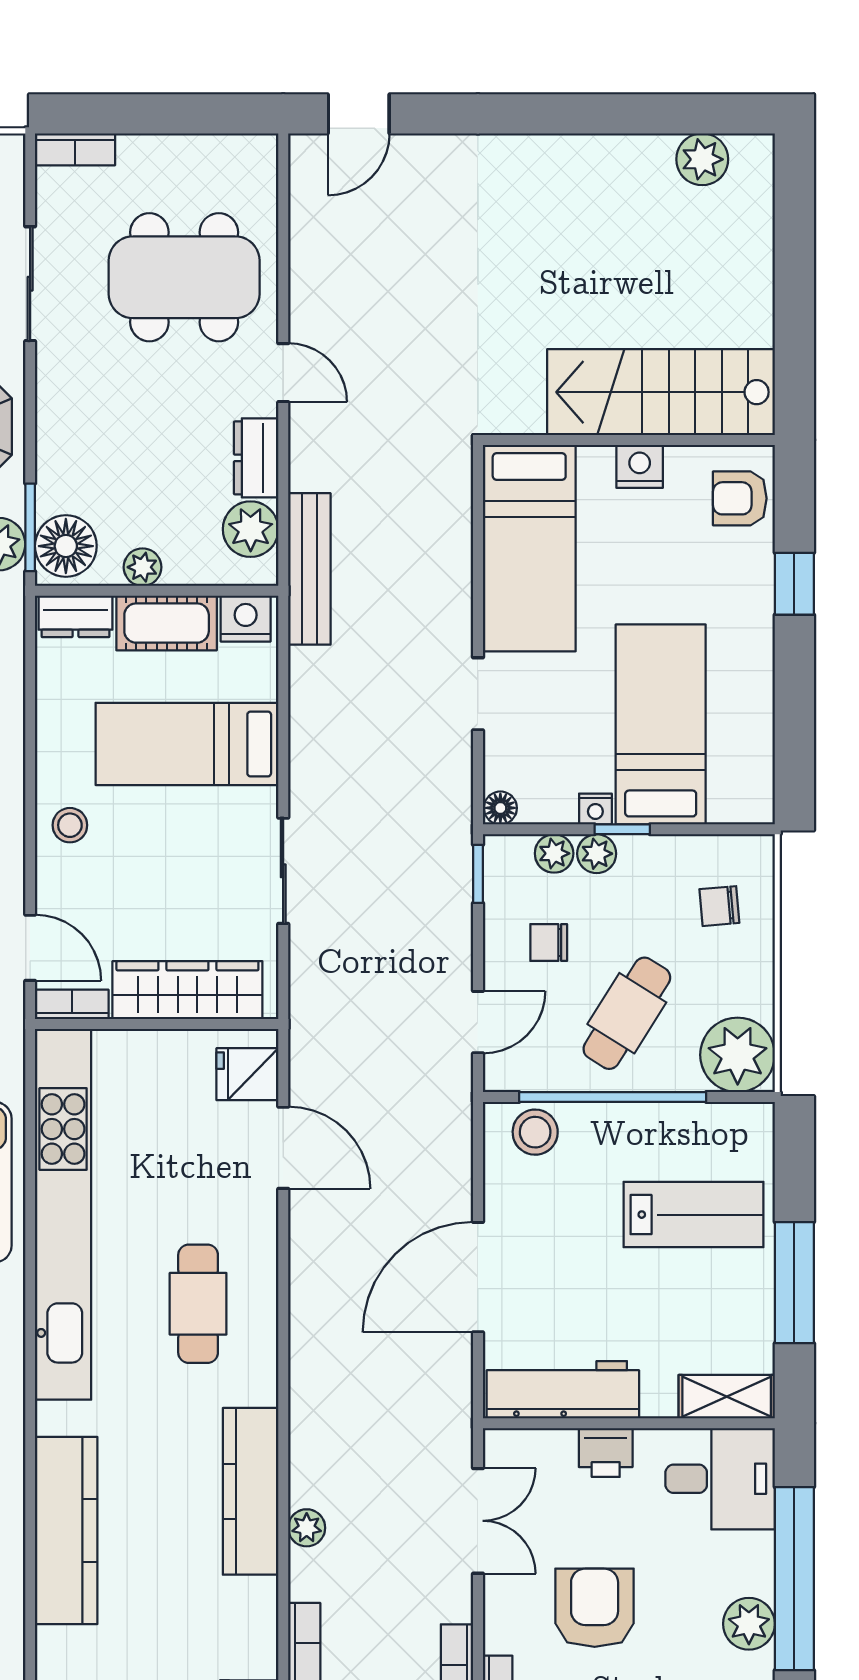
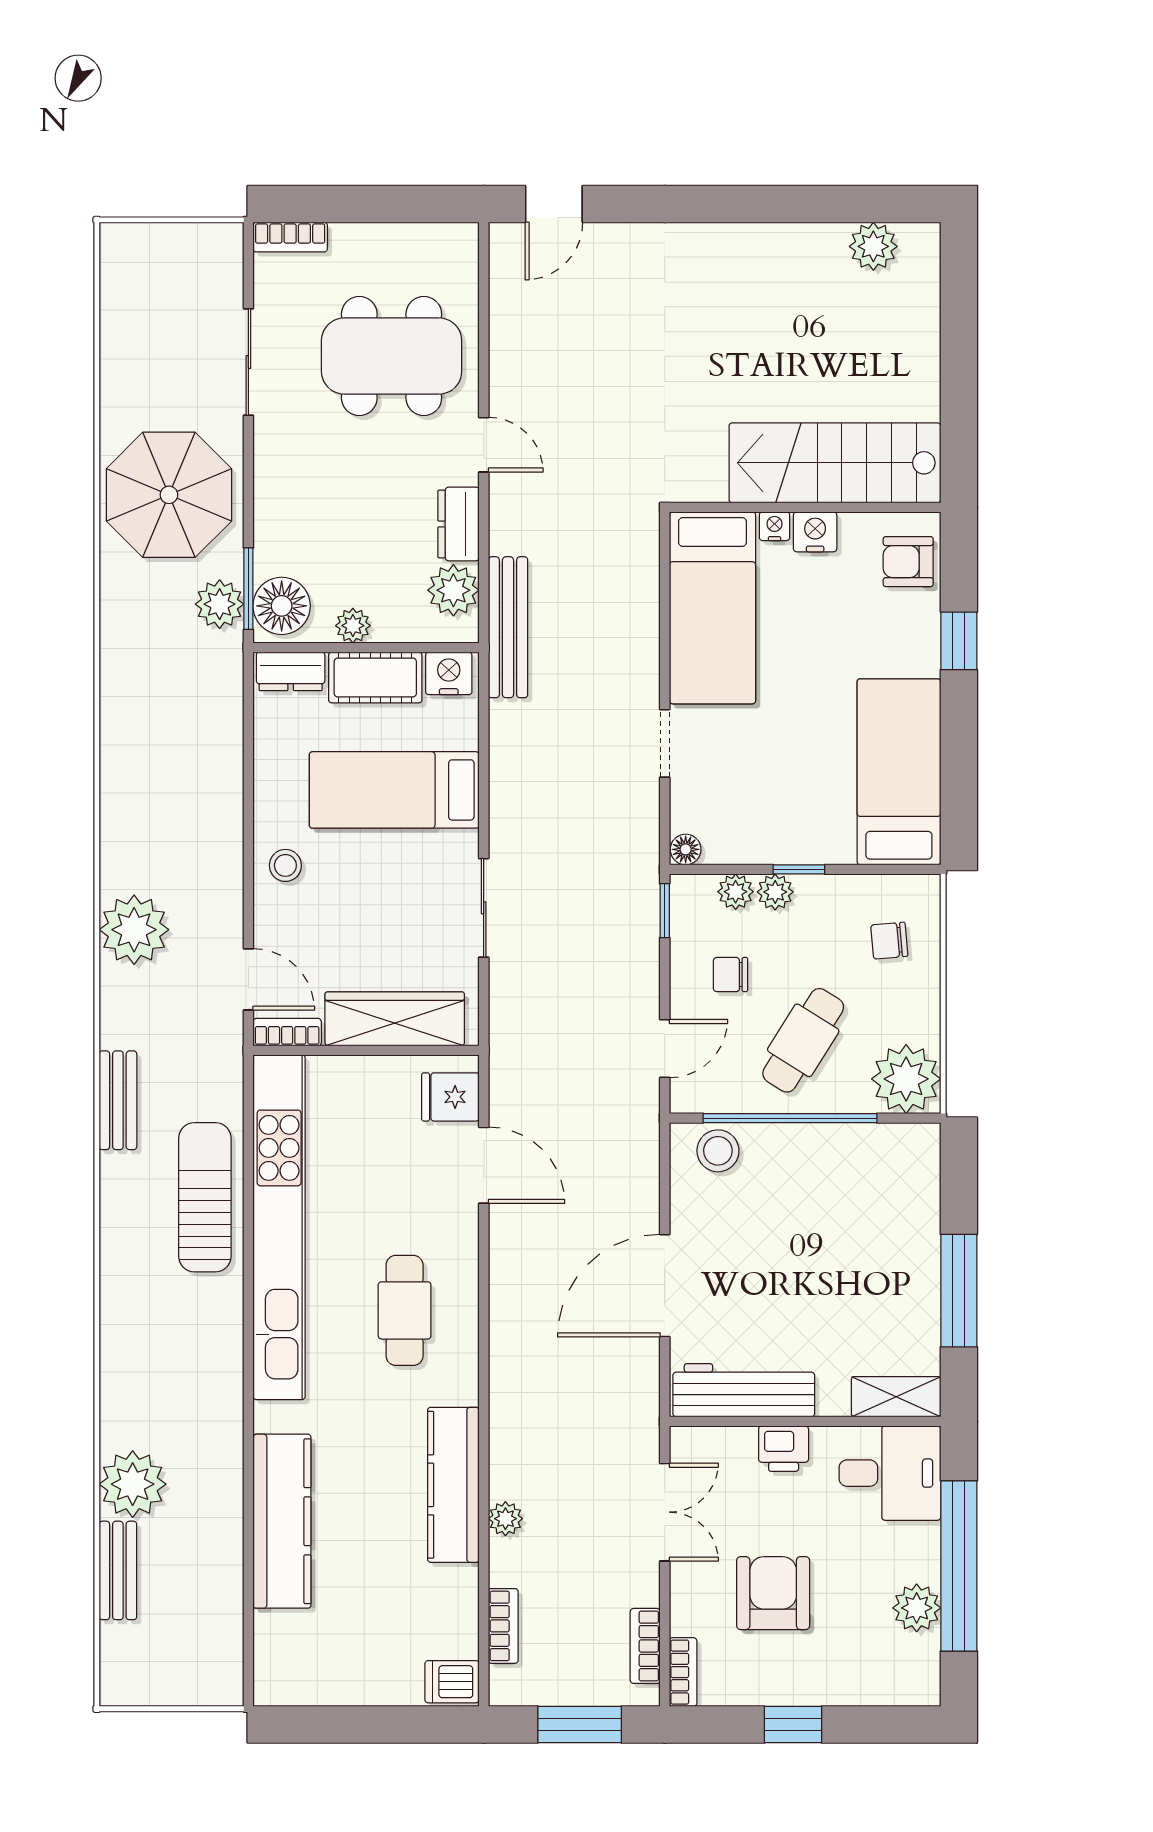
bed: (661, 724) -> (899, 772), moved
nightstand: (595, 809) -> (775, 526), moved, turned 180
lab bench: (693, 1215) -> (865, 1227), removed

